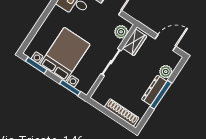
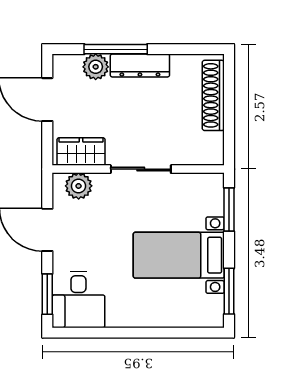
bed with nightstands: (65, 54) -> (179, 255), width x0.73
window: (161, 95) -> (116, 49), moved

